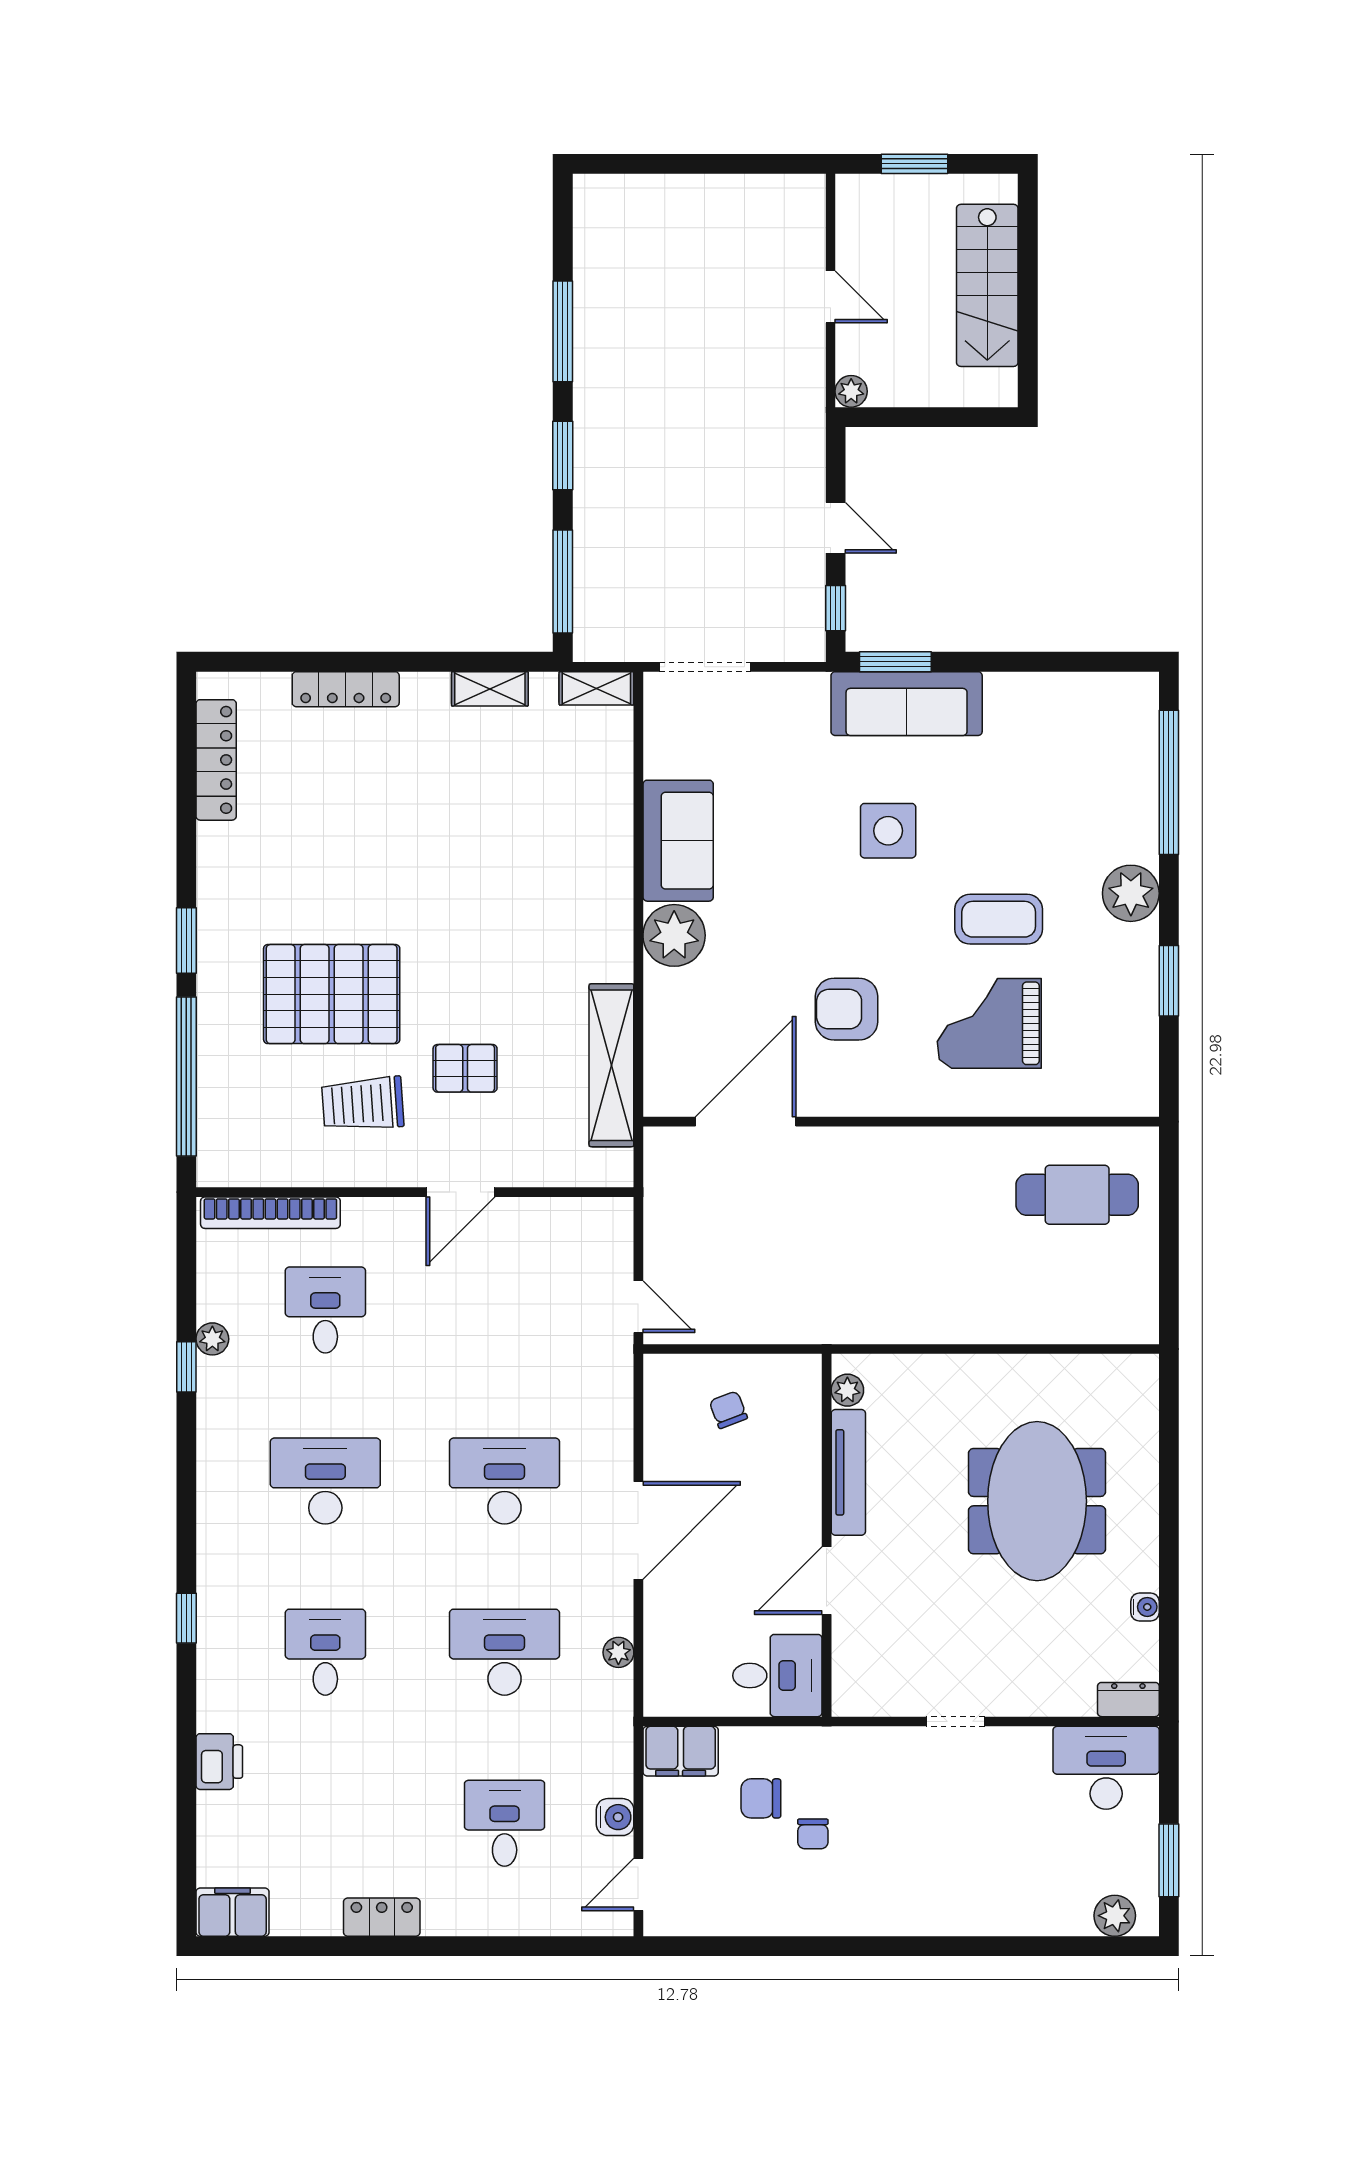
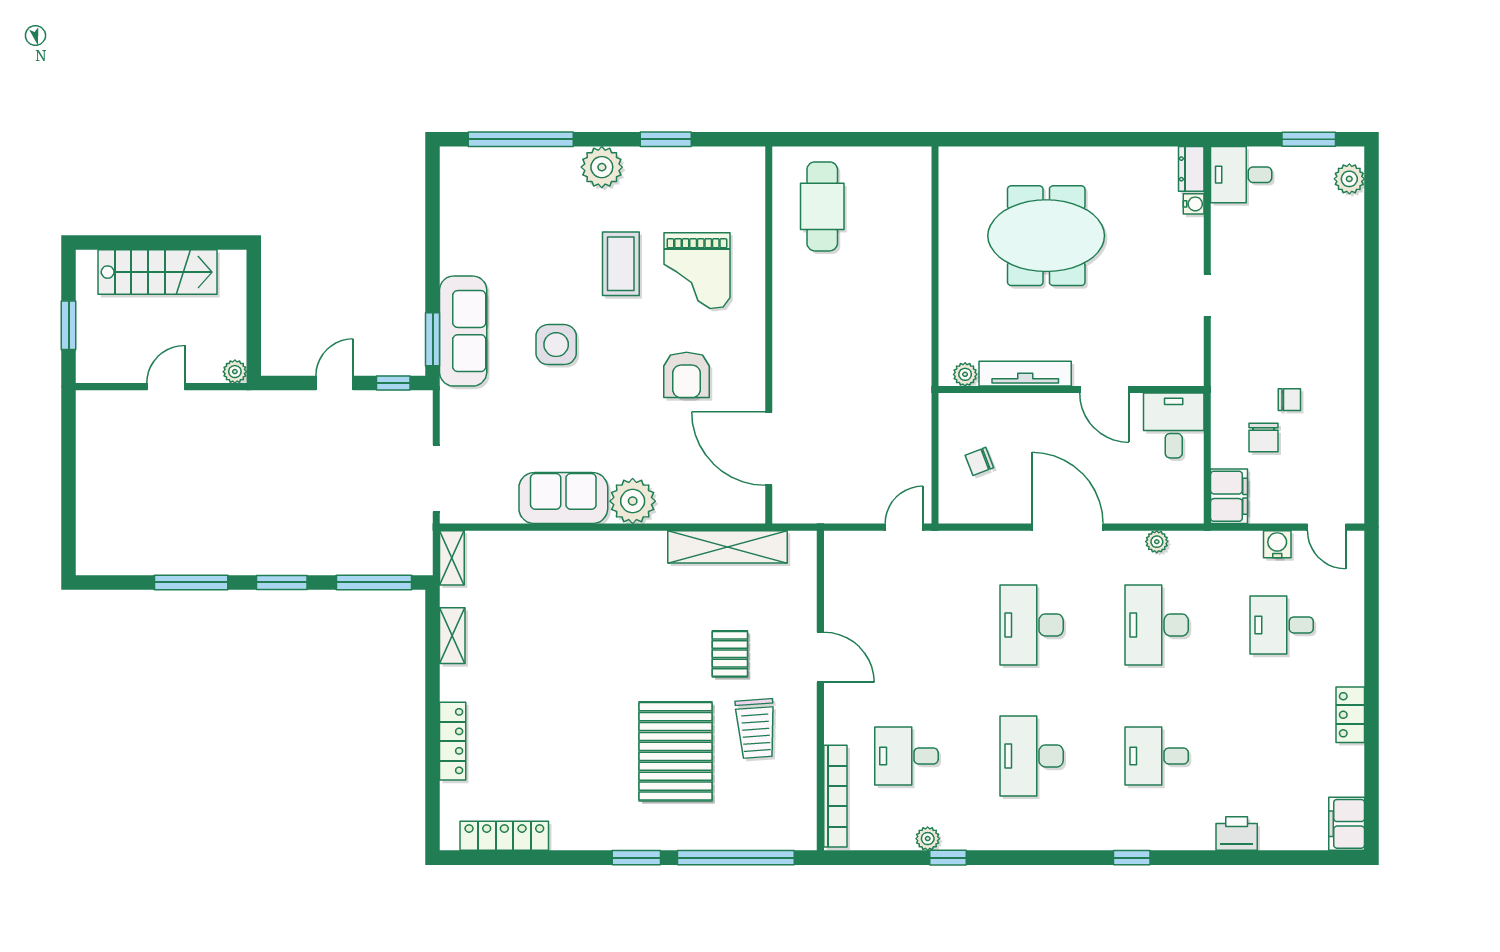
water cooler: (1145, 1607) -> (1194, 204), moved, turned 90
desk: (1106, 1768) -> (1241, 175), width x0.73

